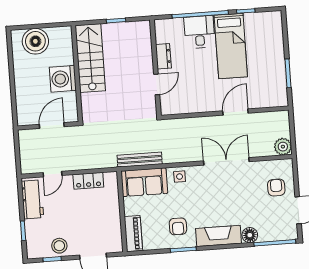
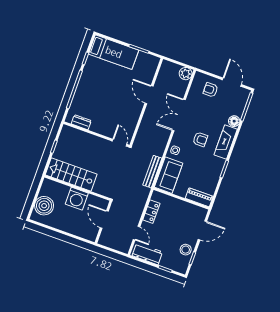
desk: (199, 32) -> (86, 95), removed
bed: (231, 46) -> (114, 52), moved
dresser: (163, 56) -> (81, 122), moved
door: (157, 84) -> (120, 143), moved
armchair: (178, 226) -> (200, 139), moved

